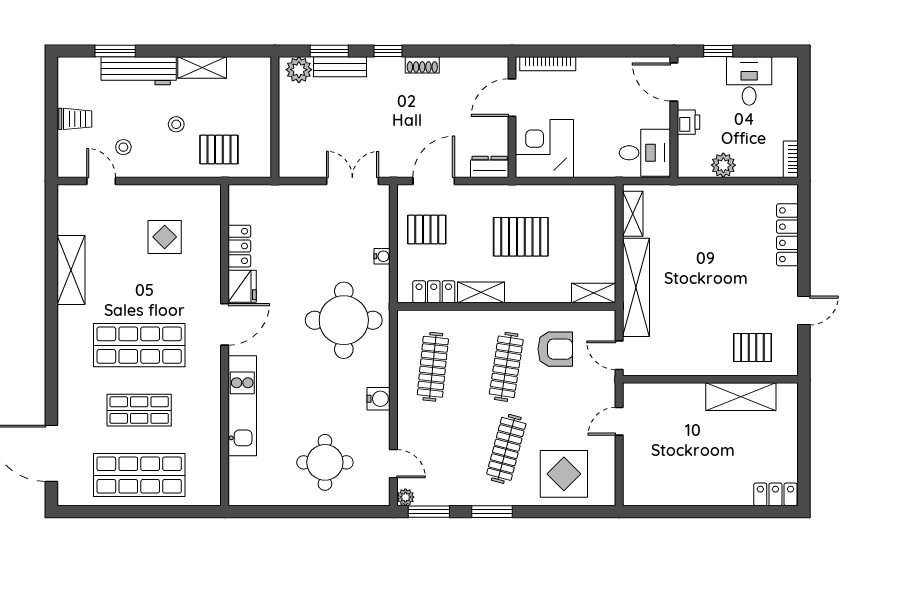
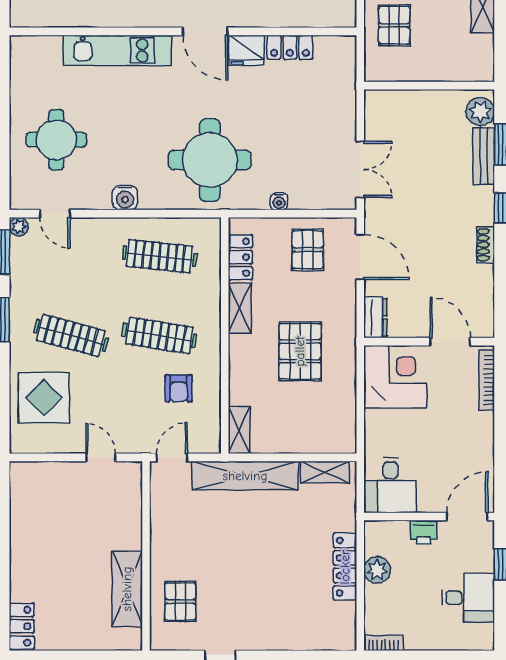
locker: (787, 235) -> (345, 567), moved, turned -90
armchair: (555, 349) -> (179, 388), width x0.72, depth x0.72
door: (393, 464) -> (55, 214), hinge flipped

